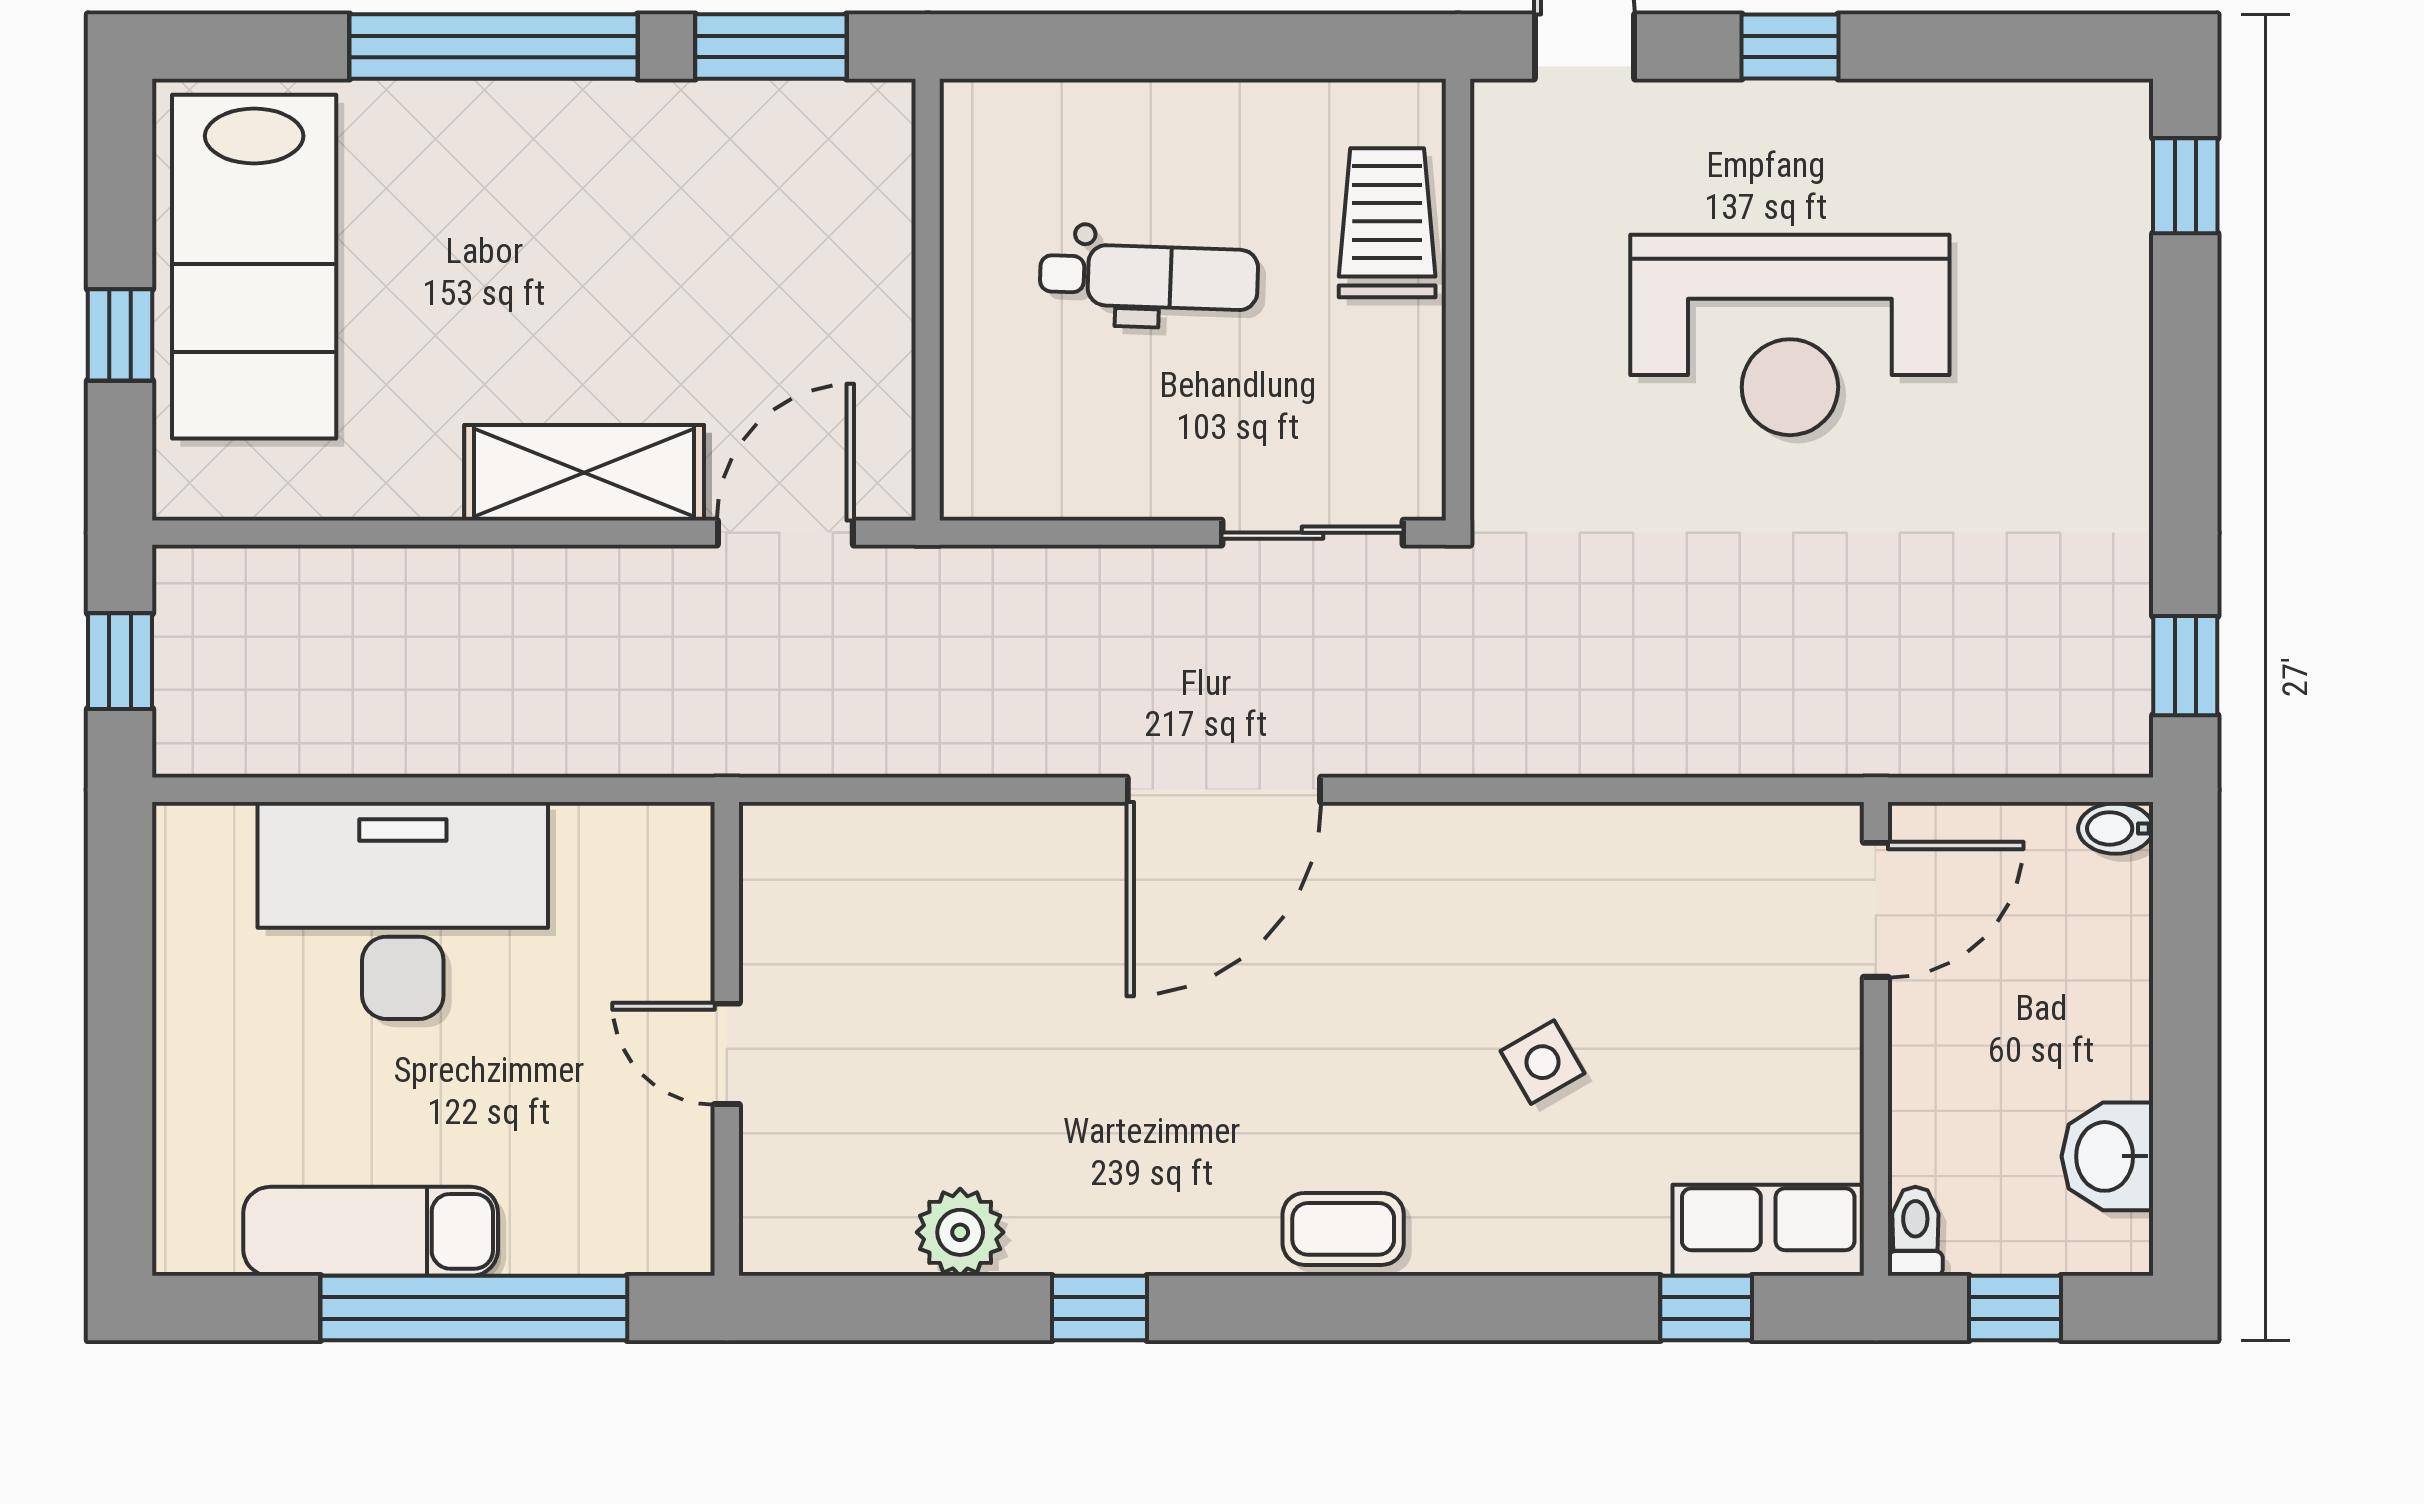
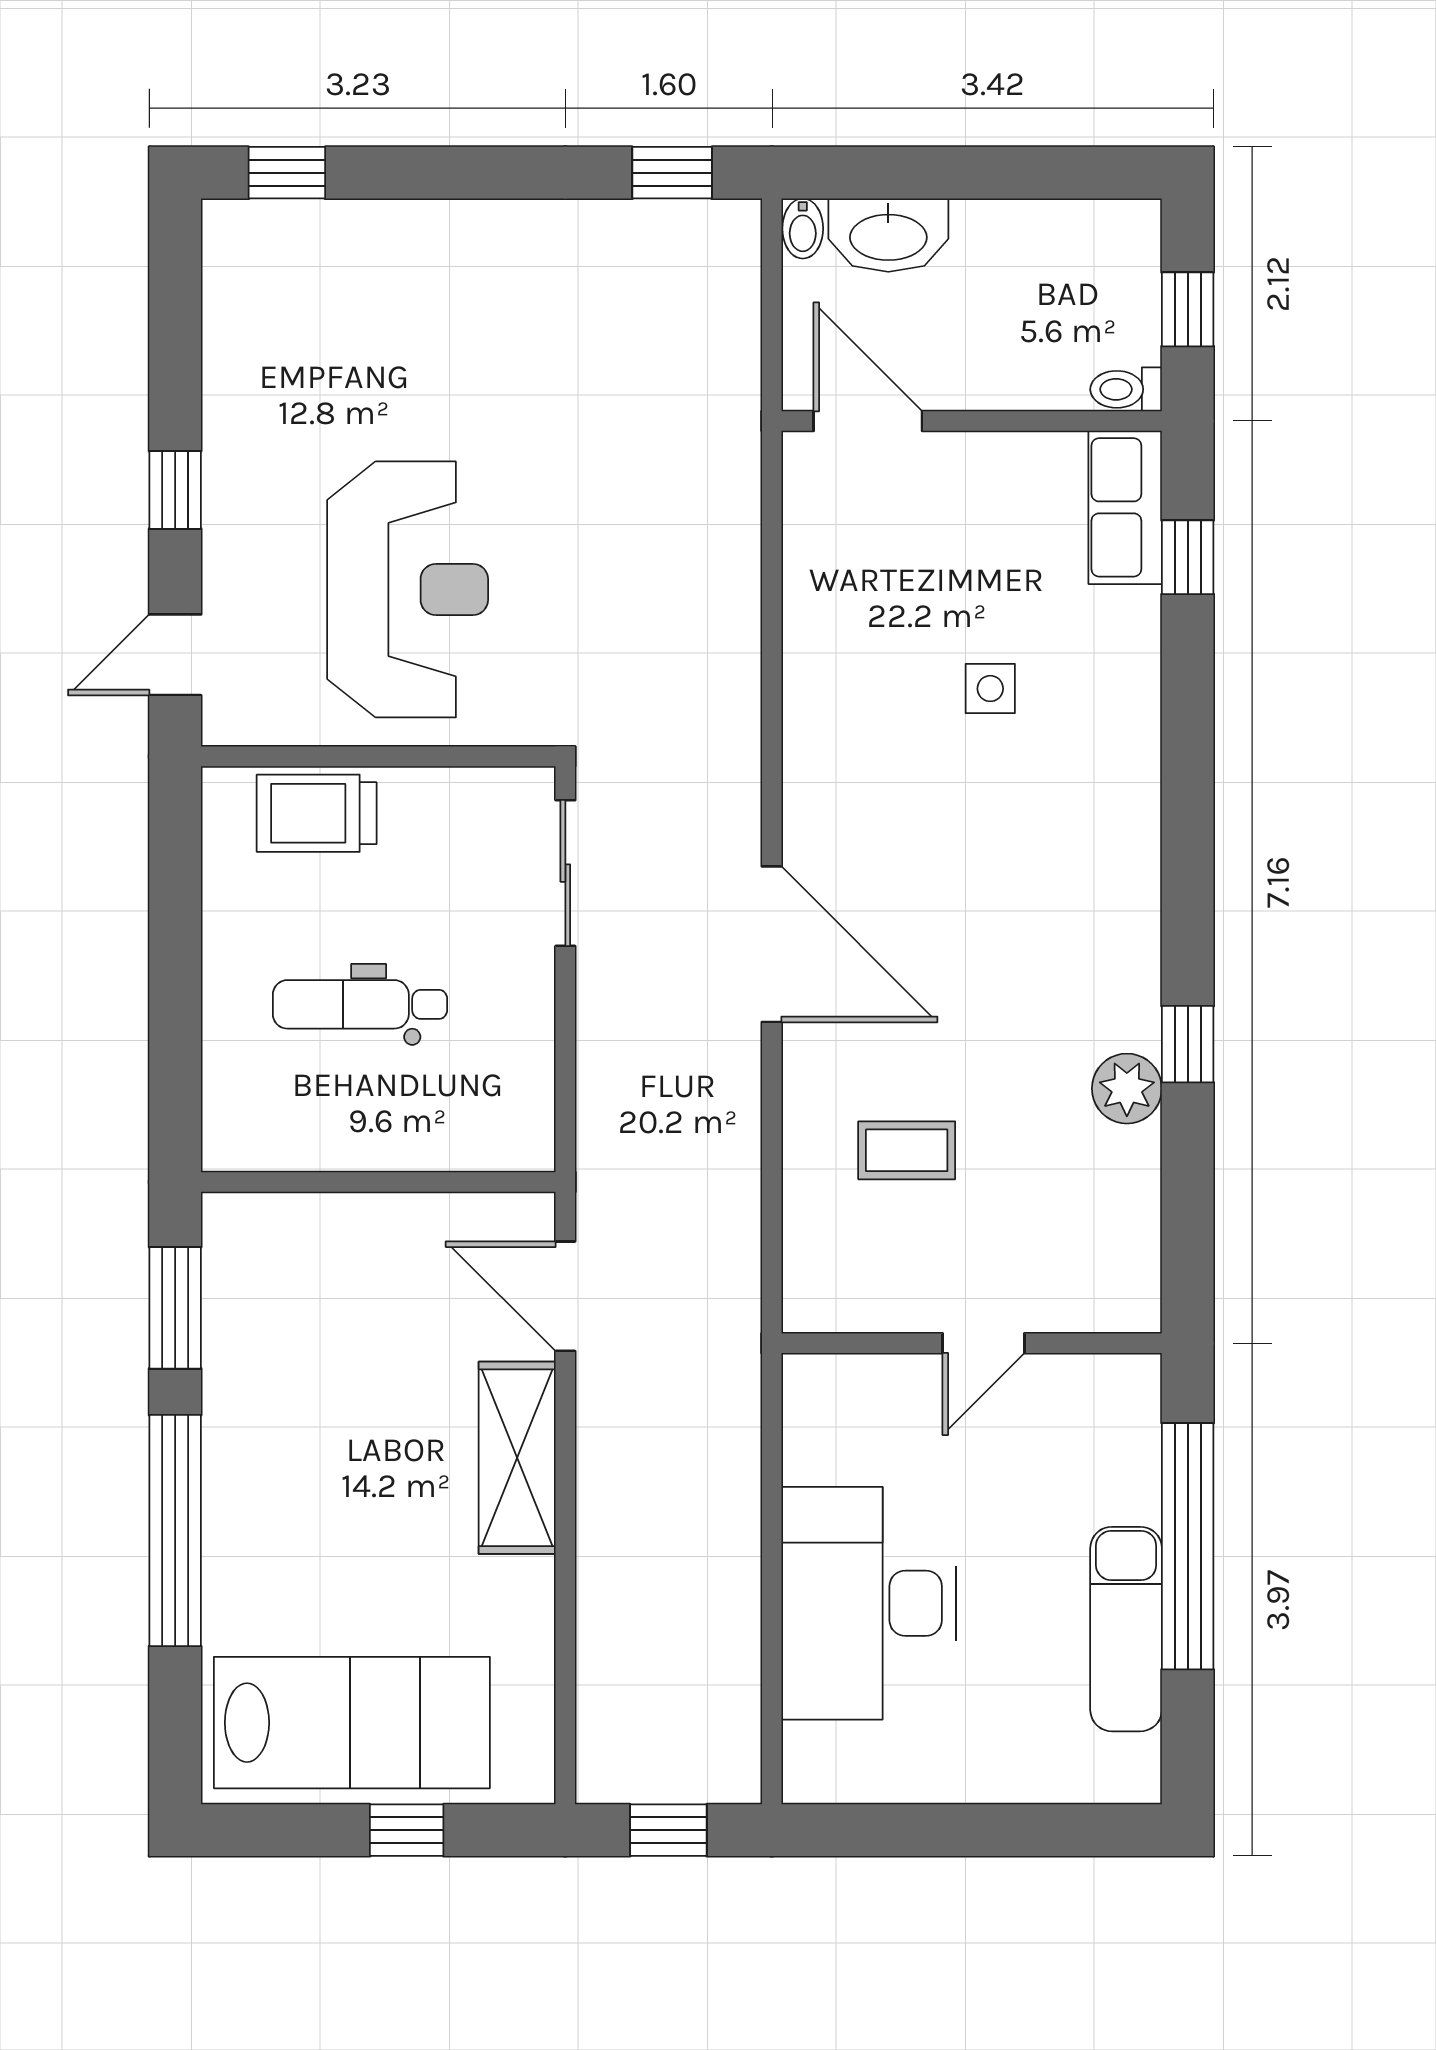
dental chair: (1149, 277) -> (360, 1004), turned -92
reception desk: (1790, 335) -> (408, 589), moved
side table: (1542, 1062) -> (990, 689), turned 30
washbasin: (2107, 1156) -> (888, 235), moved, width x1.38
coffee table: (1343, 1229) -> (907, 1150), moved, turned 90
plant: (960, 1232) -> (1127, 1089), moved

